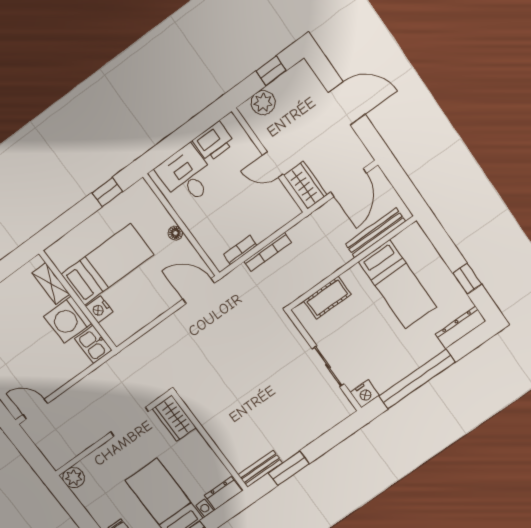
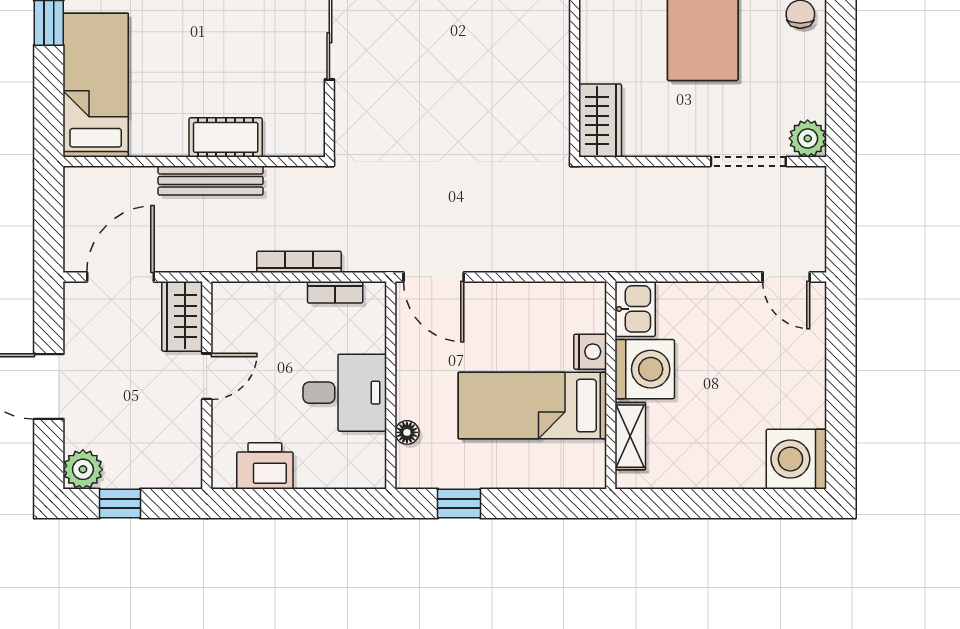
plant: (263, 103) -> (83, 469), moved
door: (273, 165) -> (207, 376), hinge flipped
desk: (187, 175) -> (345, 393), moved, turned -90
floor lamp: (175, 233) -> (407, 432), moved
bench: (375, 233) -> (211, 181), moved
bed: (398, 284) -> (96, 85), moved
cot: (327, 298) -> (226, 137), moved
doorway: (129, 422) -> (748, 162), moved

